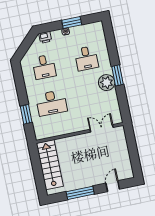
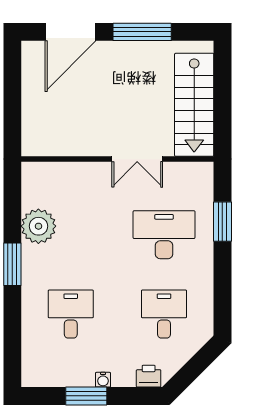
plant: (107, 83) -> (38, 226), moved
double door: (102, 128) -> (137, 159), moved
door: (113, 186) -> (71, 32), width x1.87

